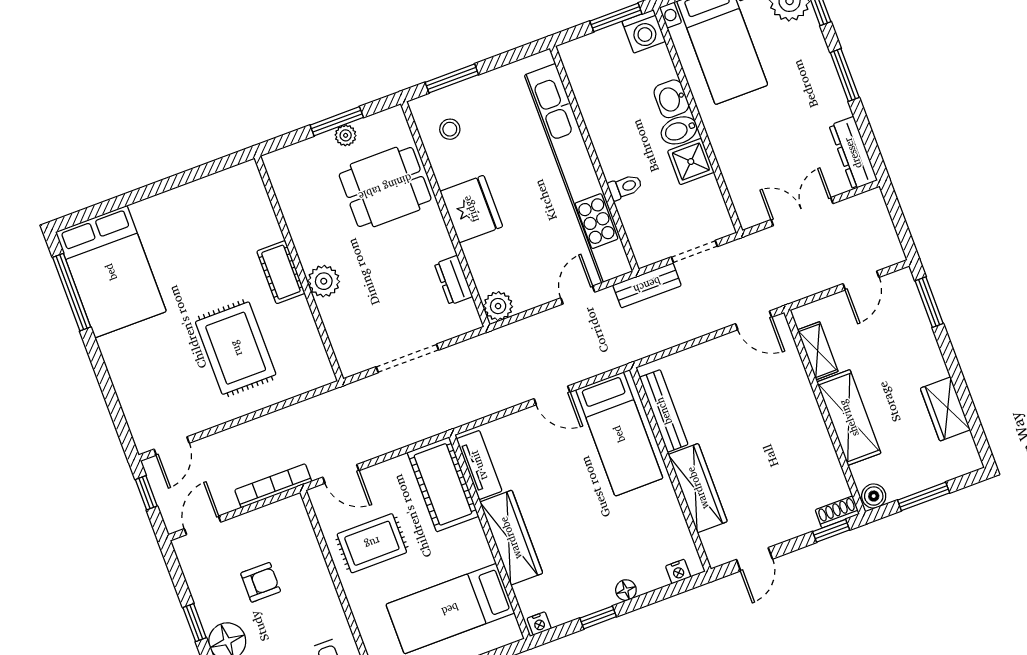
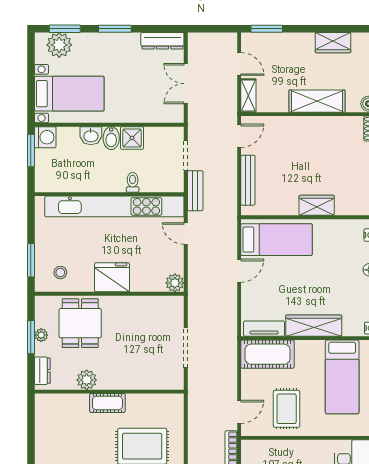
dresser: (454, 280) -> (42, 371), moved, turned -90
plant: (324, 281) -> (87, 380), moved
shelving: (818, 351) -> (248, 96), moved, turned 90
bench: (664, 411) -> (248, 180), moved, turned 90
wardrobe: (698, 488) -> (317, 205), width x0.67

